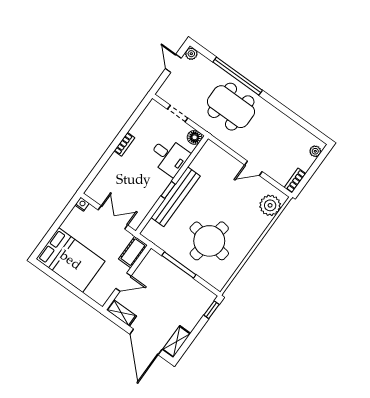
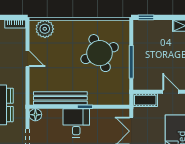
desk: (169, 156) -> (76, 123), moved
bench: (176, 197) -> (60, 98), moved
round table: (209, 241) -> (100, 53), turned -32

